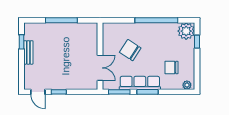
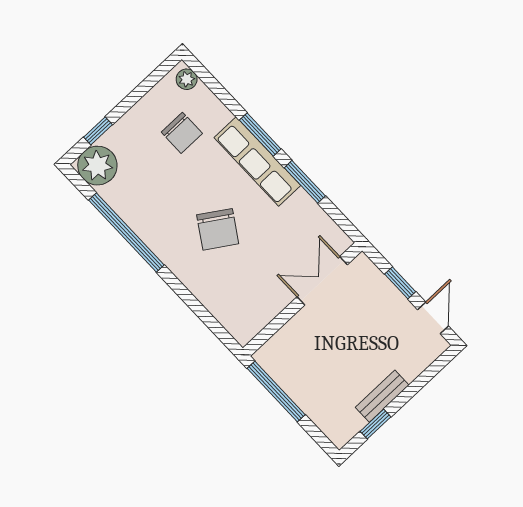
wall: (100, 56) -> (302, 299), moved
double door: (100, 68) -> (322, 281), moved

